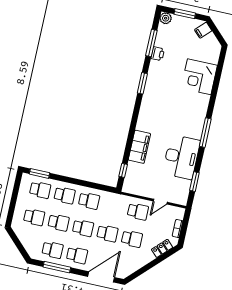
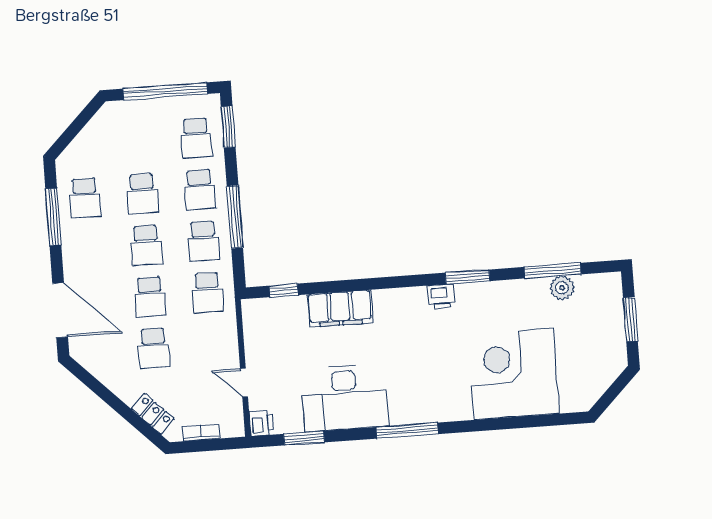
plant: (166, 18) -> (562, 288), moved
filing cabinet: (203, 30) -> (609, 366), removed
printer: (158, 54) -> (441, 296), moved
corner desk: (199, 77) -> (513, 374), width x1.36, depth x1.36
window: (82, 183) -> (235, 217), added
window: (14, 198) -> (165, 91), added
printer: (181, 199) -> (261, 423), added
school desk: (138, 212) -> (207, 293), moved
school desk: (34, 217) -> (139, 142), removed
school desk: (77, 255) -> (89, 249), removed

